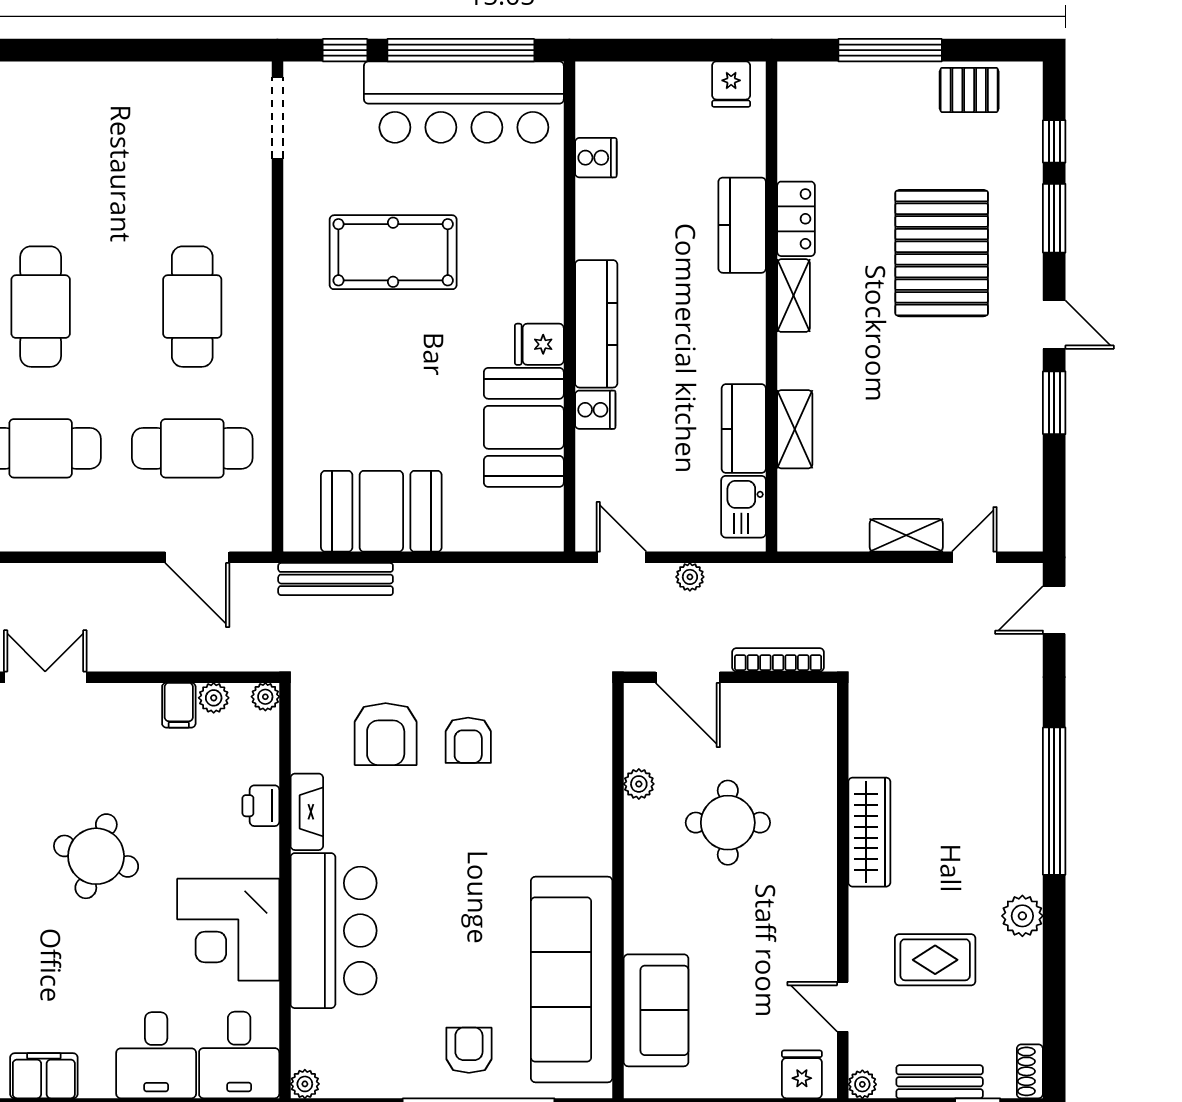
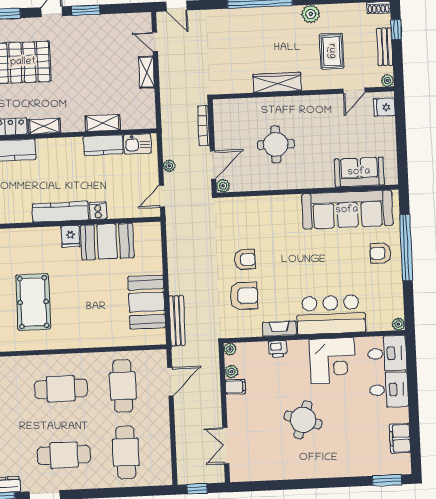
plant: (639, 784) -> (223, 186), moved

